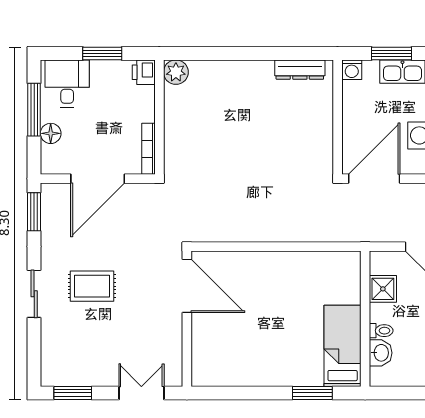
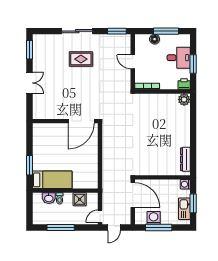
desk: (67, 84) -> (179, 58), moved
door: (98, 179) -> (133, 62), width x0.53
rug: (92, 286) -> (81, 59), turned 90
door: (187, 286) -> (81, 121), moved
sliding door: (34, 294) -> (77, 31), width x1.37
wall: (187, 319) -> (65, 121), moved

